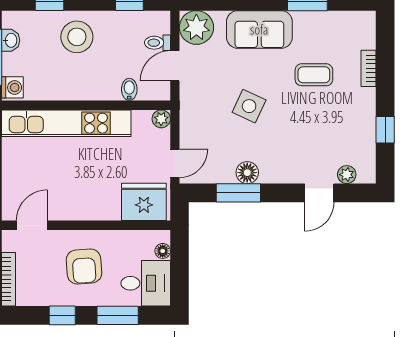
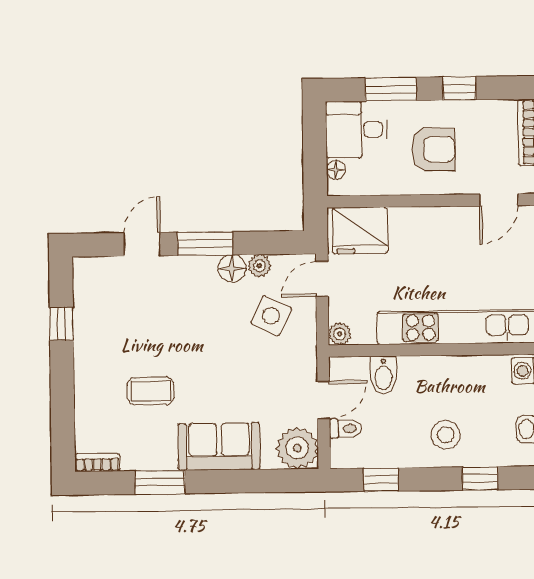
stool: (77, 37) -> (446, 435), width x0.73, depth x0.73
bookcase: (368, 68) -> (97, 462), moved, turned -90
bidet: (129, 89) -> (383, 375), width x1.38, depth x1.36
side table: (249, 106) -> (271, 316), moved
plant: (347, 175) -> (259, 266), moved
window: (238, 193) -> (205, 244), moved
armchair: (84, 266) -> (433, 149), turned 94

